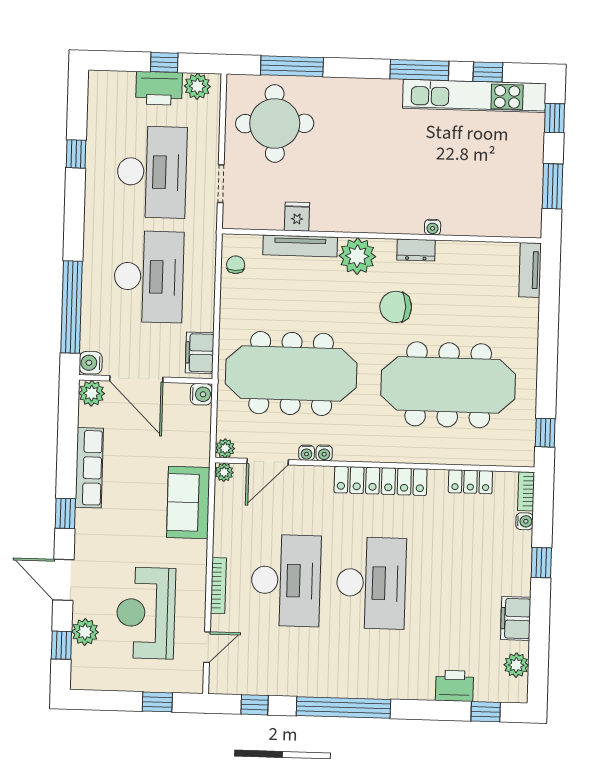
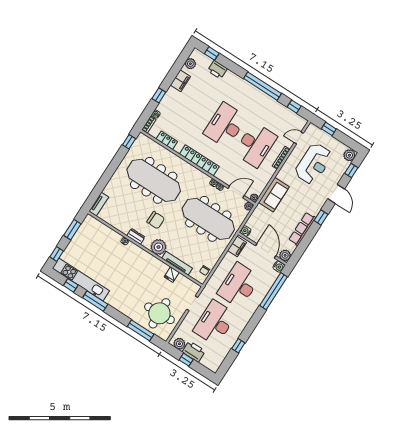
desk: (286, 580) -> (256, 145), turned 180
plant: (85, 632) -> (349, 155), moved

